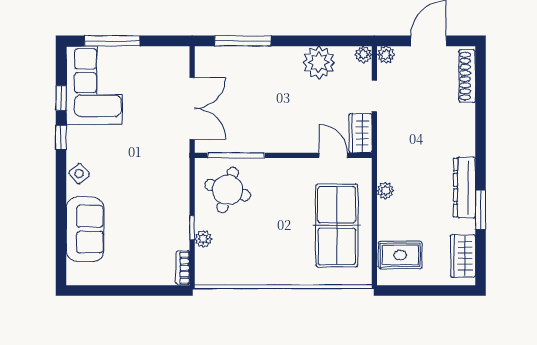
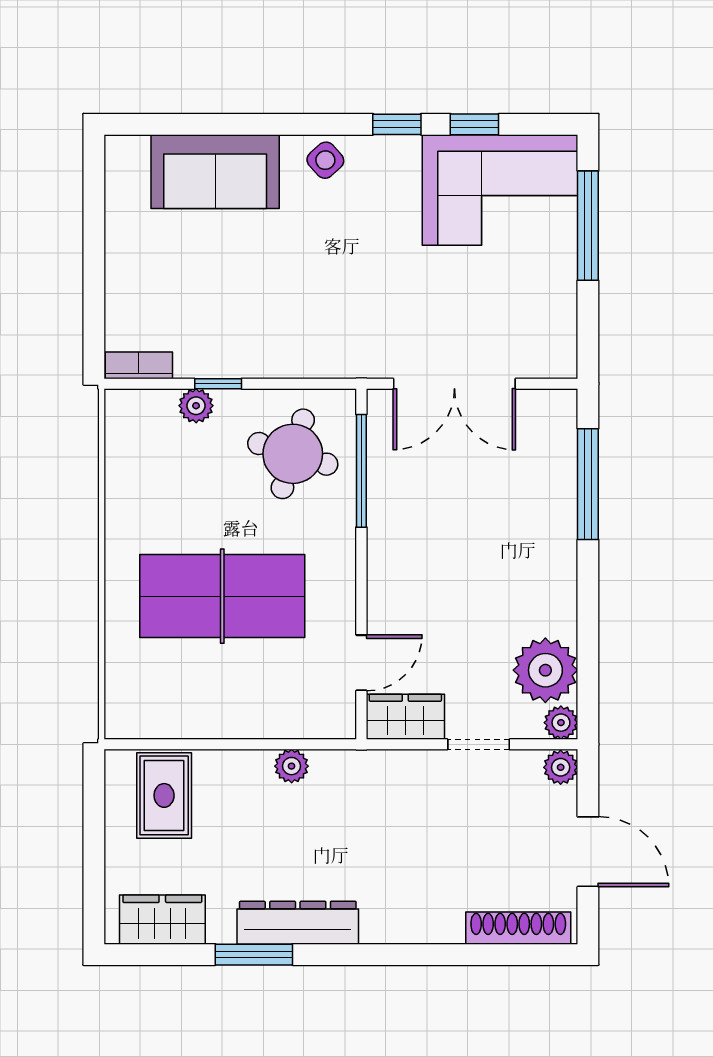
plant: (319, 62) -> (545, 670), moved
table tennis table: (337, 226) -> (222, 596), moved

